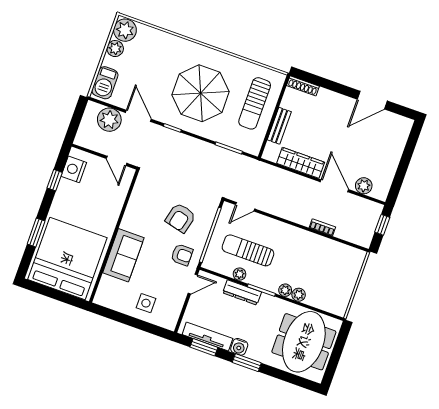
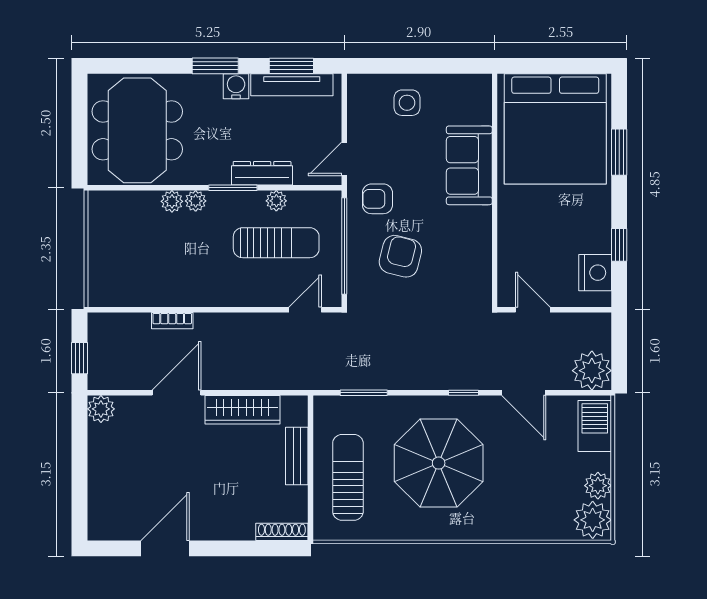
plant: (109, 120) -> (592, 371), moved
door: (334, 186) -> (177, 393), swing flipped
plant: (364, 186) -> (101, 409), moved

